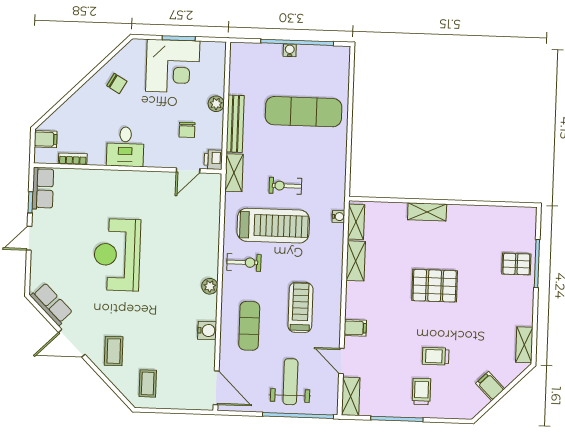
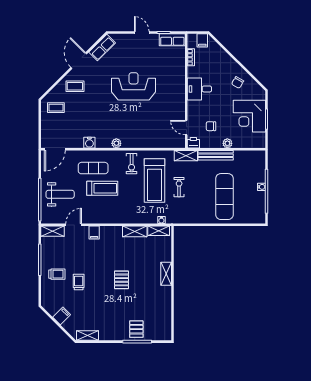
pallet: (435, 286) -> (121, 280), width x0.67, depth x0.71
treadmill: (300, 307) -> (102, 188), moved

